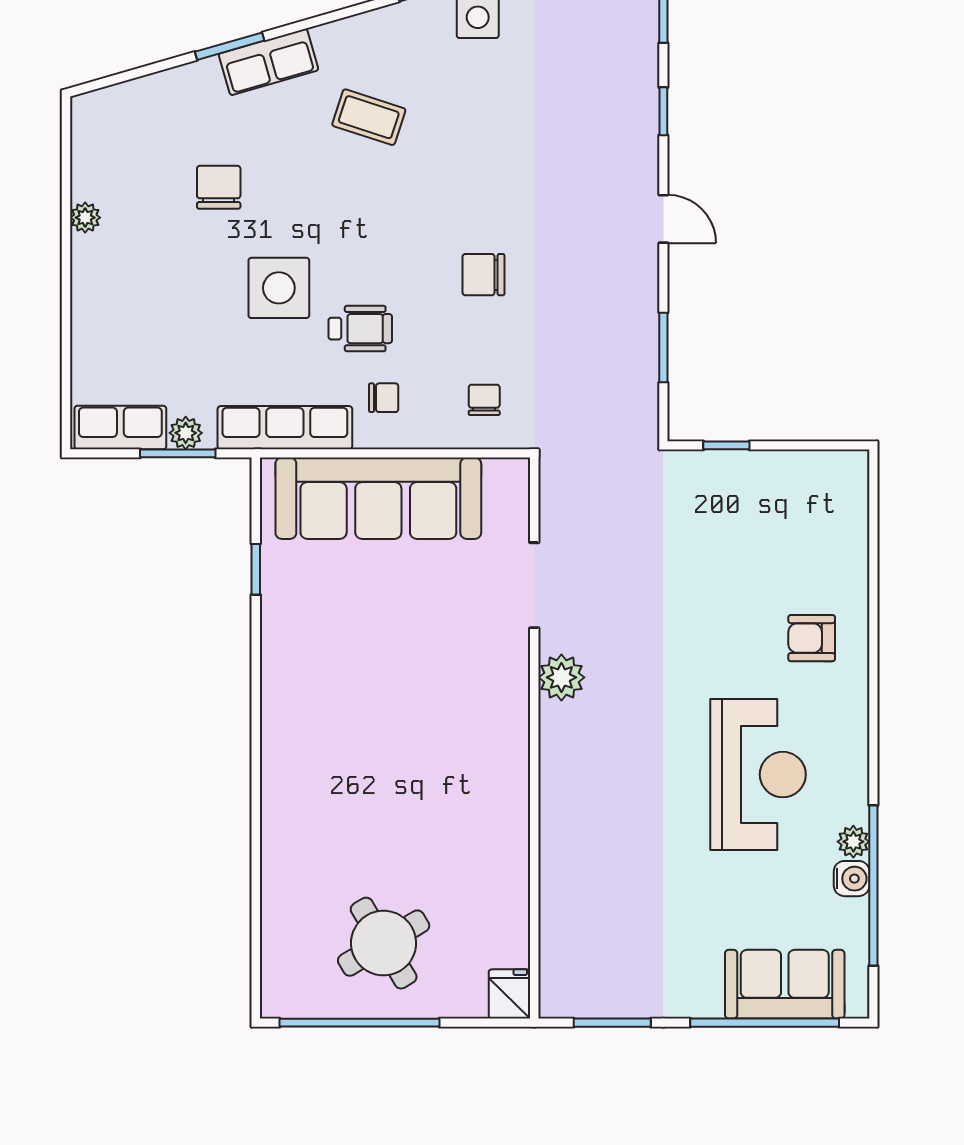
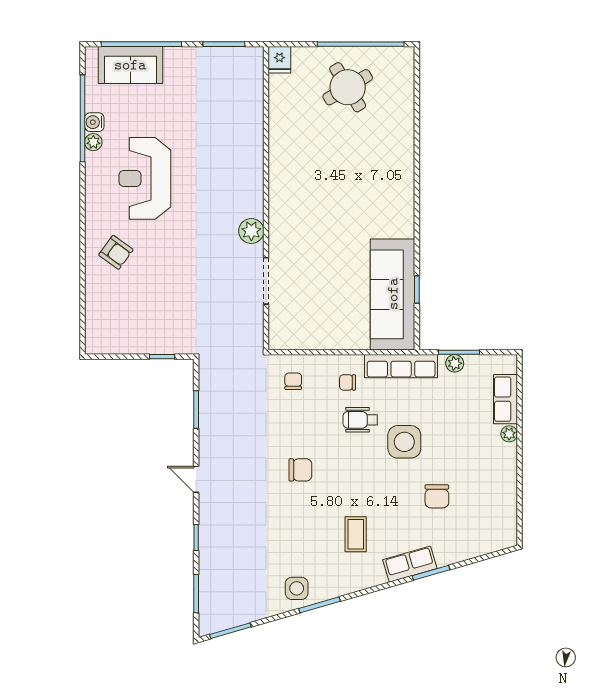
coffee table: (369, 117) -> (356, 534), turned 72
plant: (85, 218) -> (509, 434), moved
chair: (483, 275) -> (300, 470), moved
chair: (484, 400) -> (293, 381), turned 180
row of seats: (120, 428) -> (505, 399), moved, turned 90
sofa: (378, 498) -> (393, 294), moved, turned -90
armchair: (812, 638) -> (116, 252), turned 36

